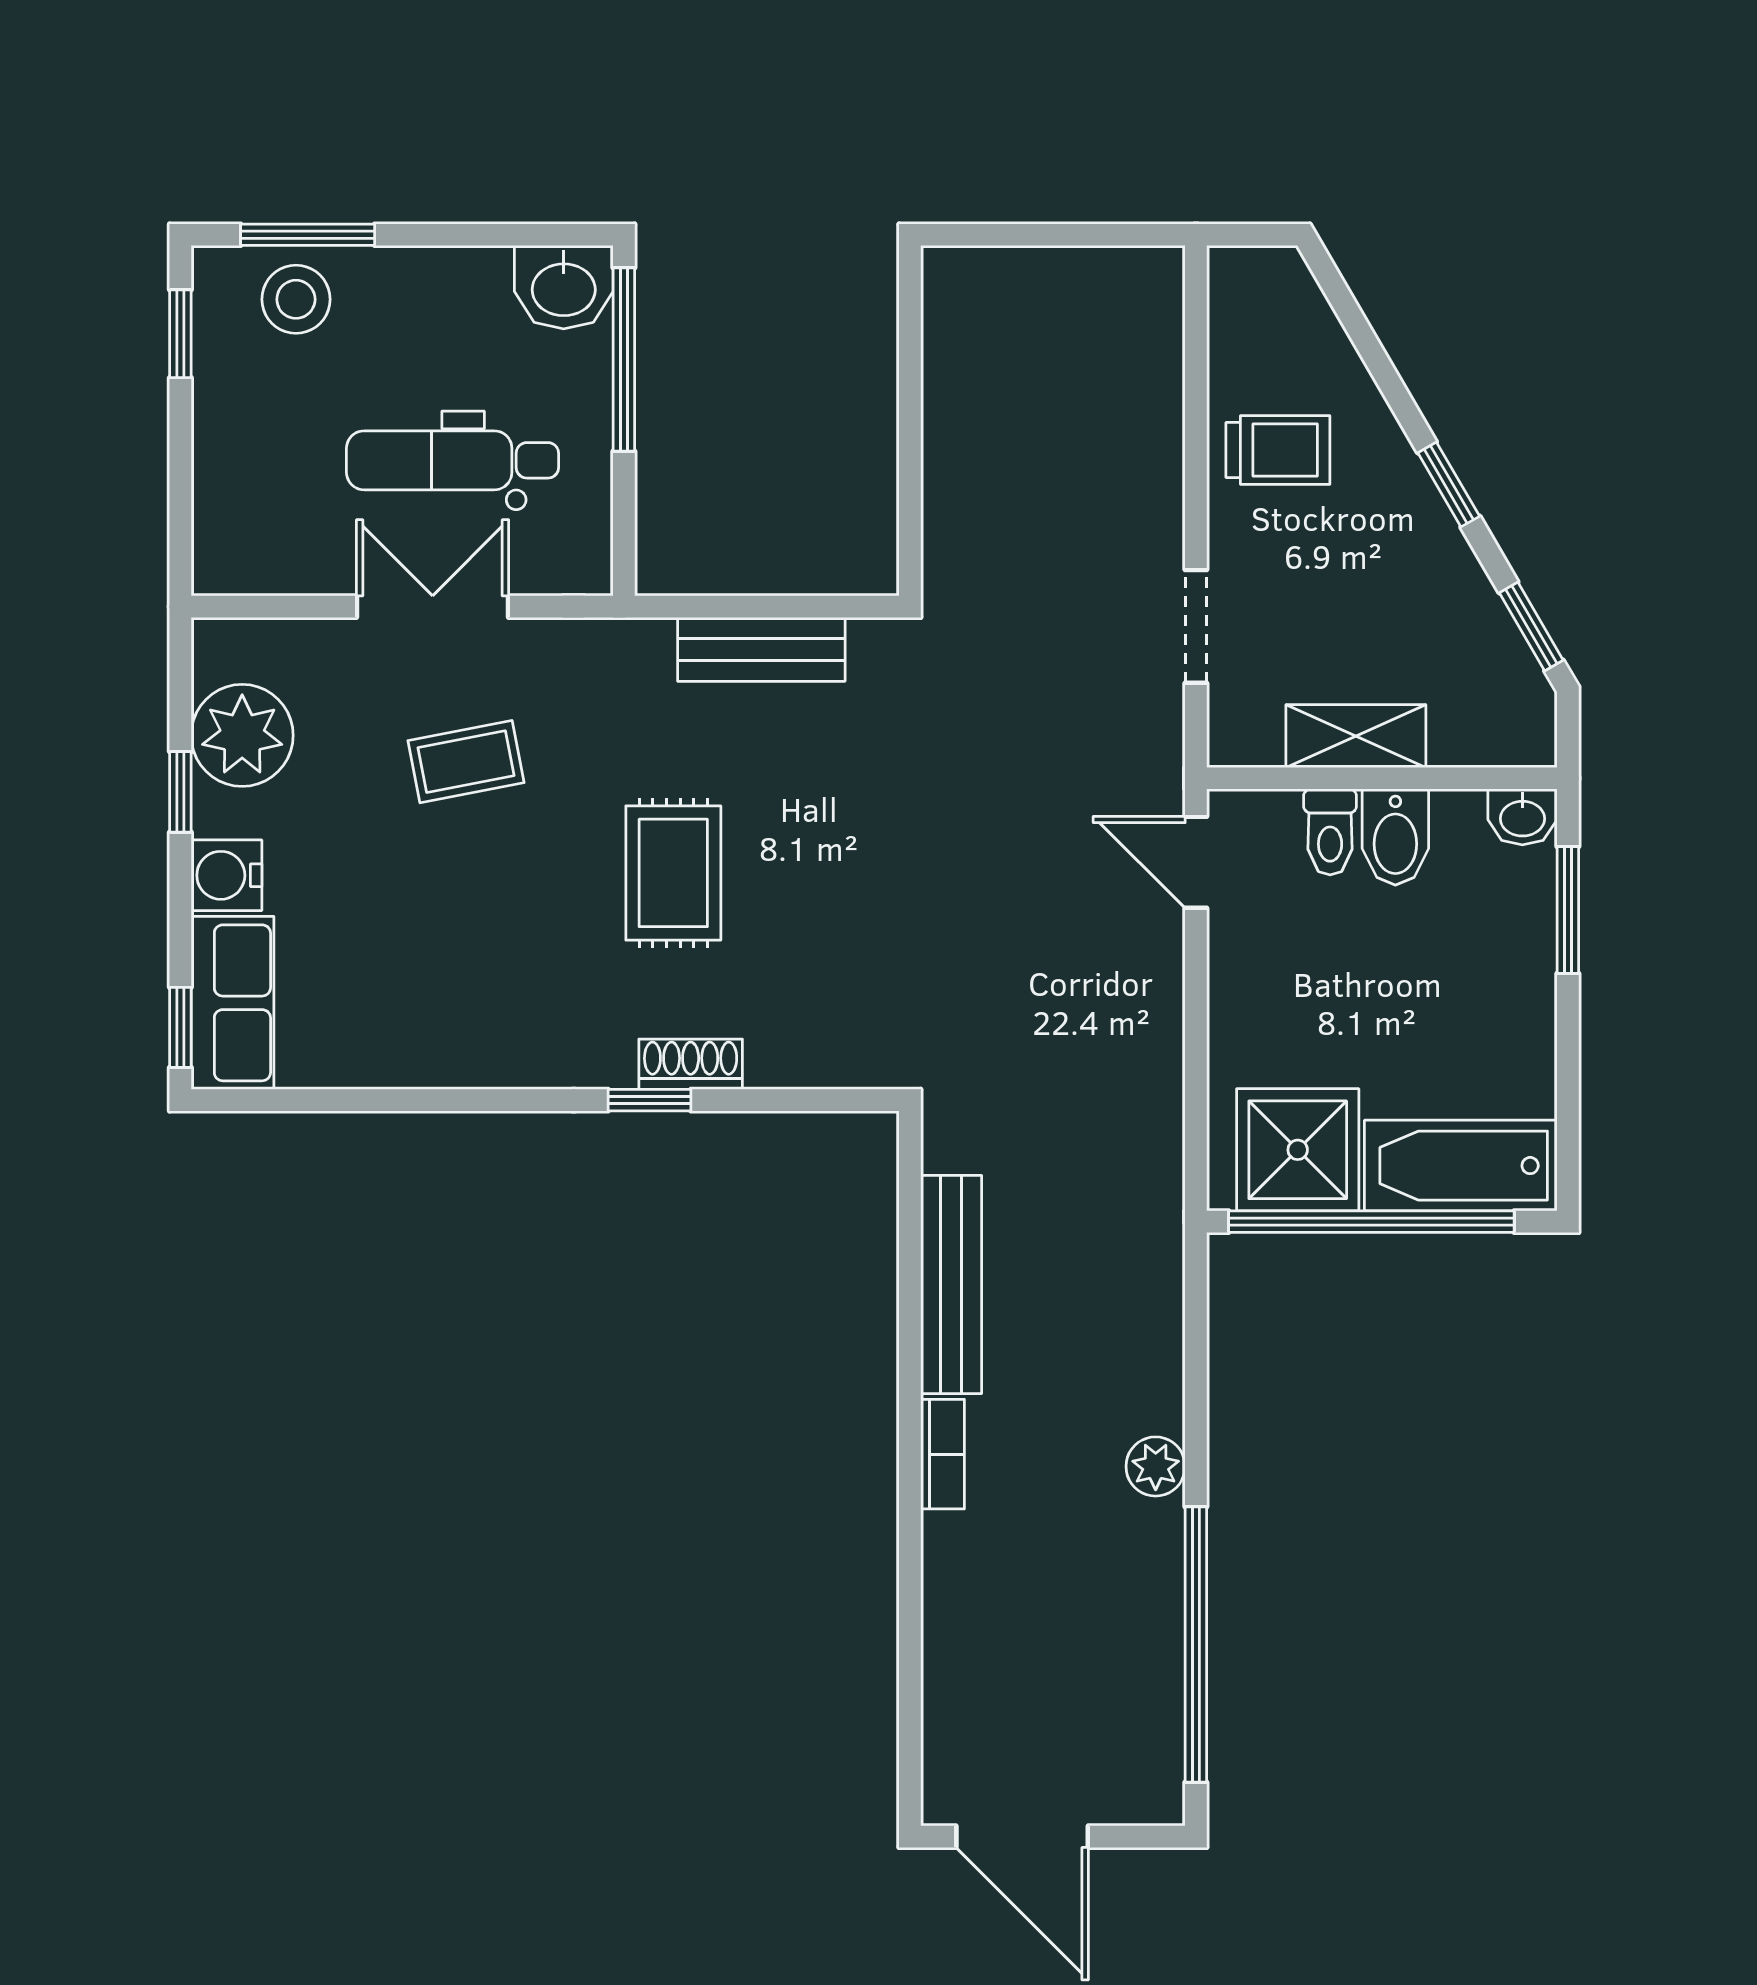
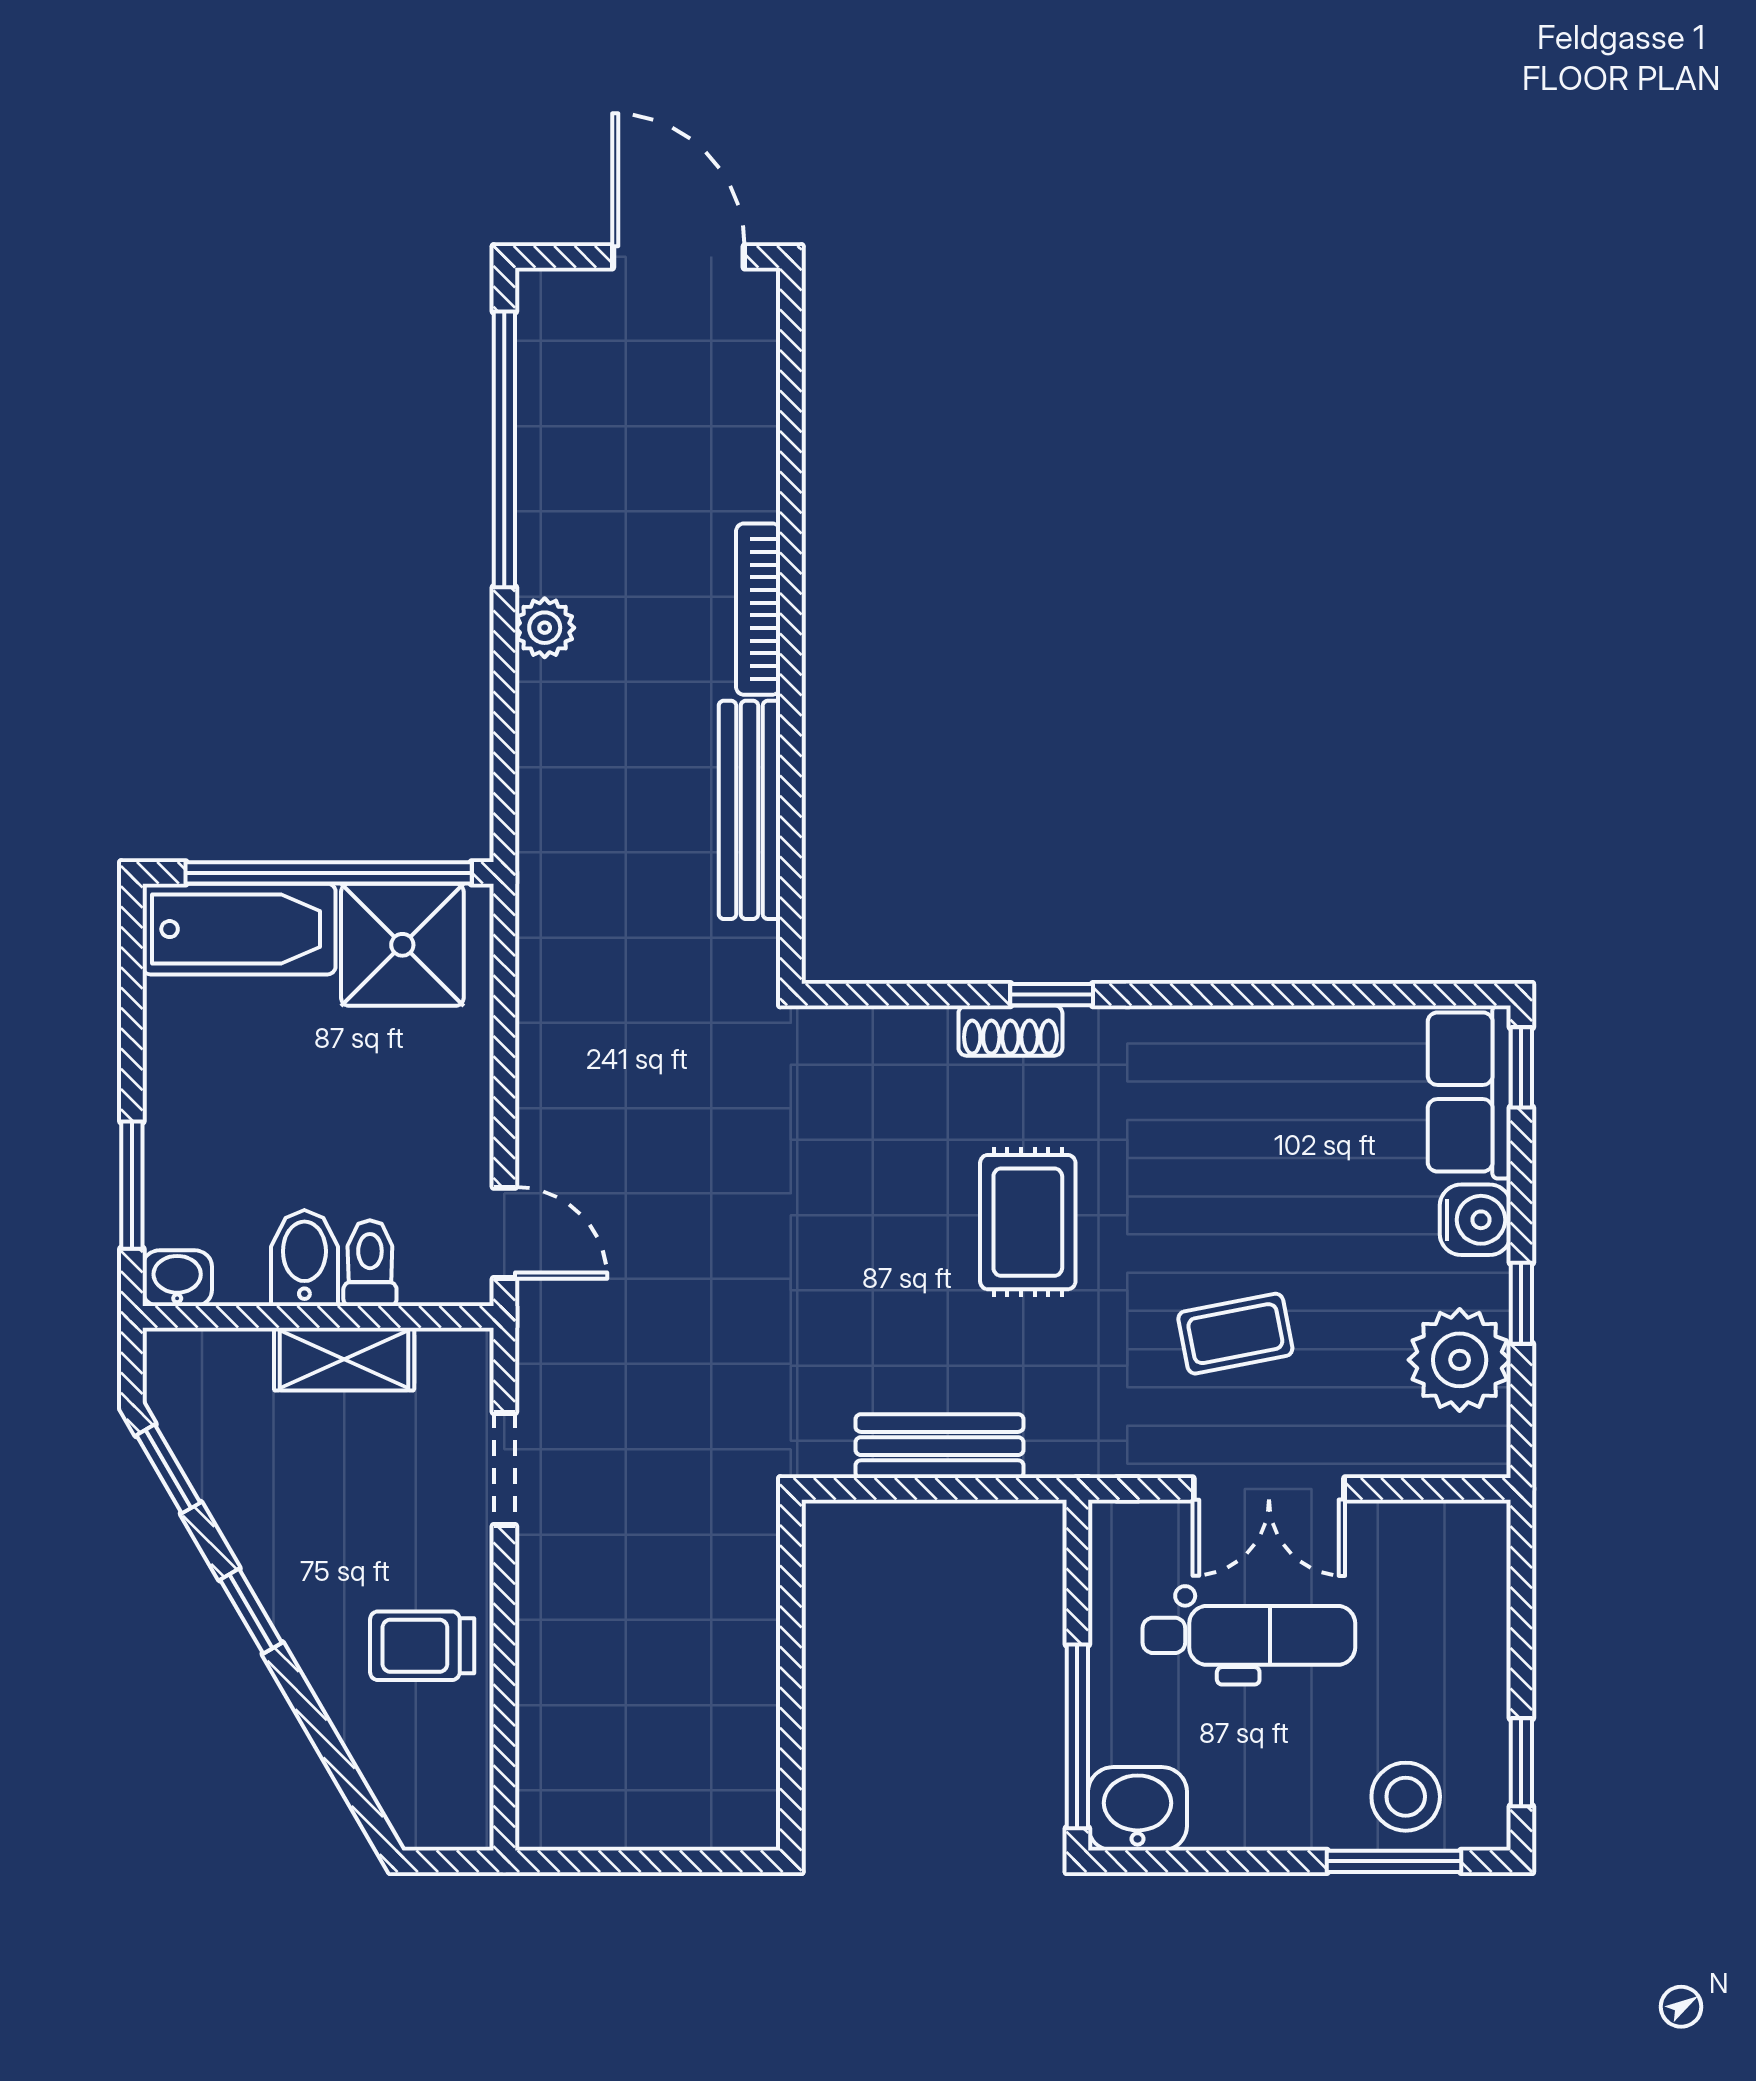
bookcase: (942, 1454) -> (758, 609), width x1.56

